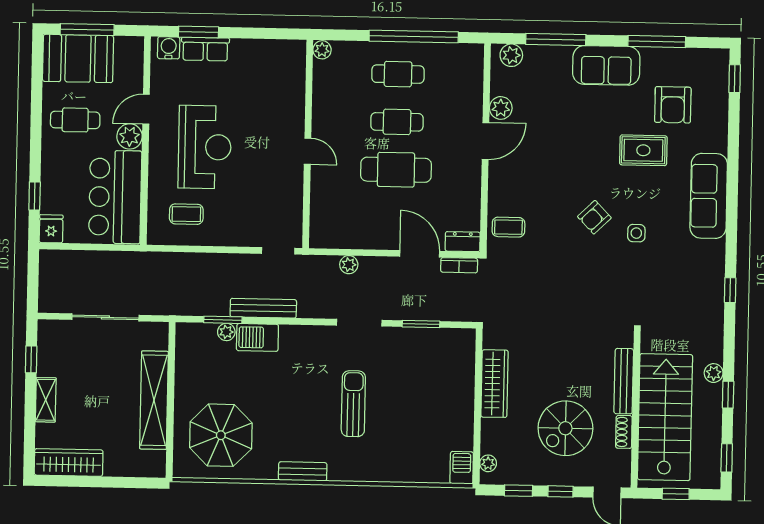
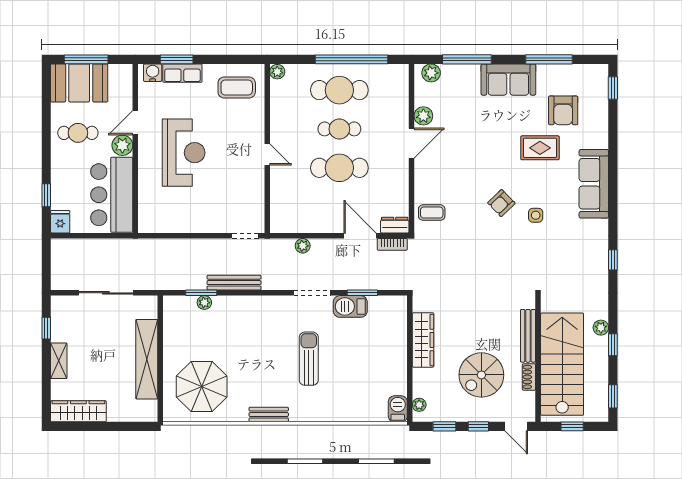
cafe table: (398, 74) -> (339, 90), width x1.37, depth x1.35
coffee table: (186, 214) -> (237, 87), moved, width x1.36, depth x1.30
barbecue: (257, 337) -> (350, 306), moved

